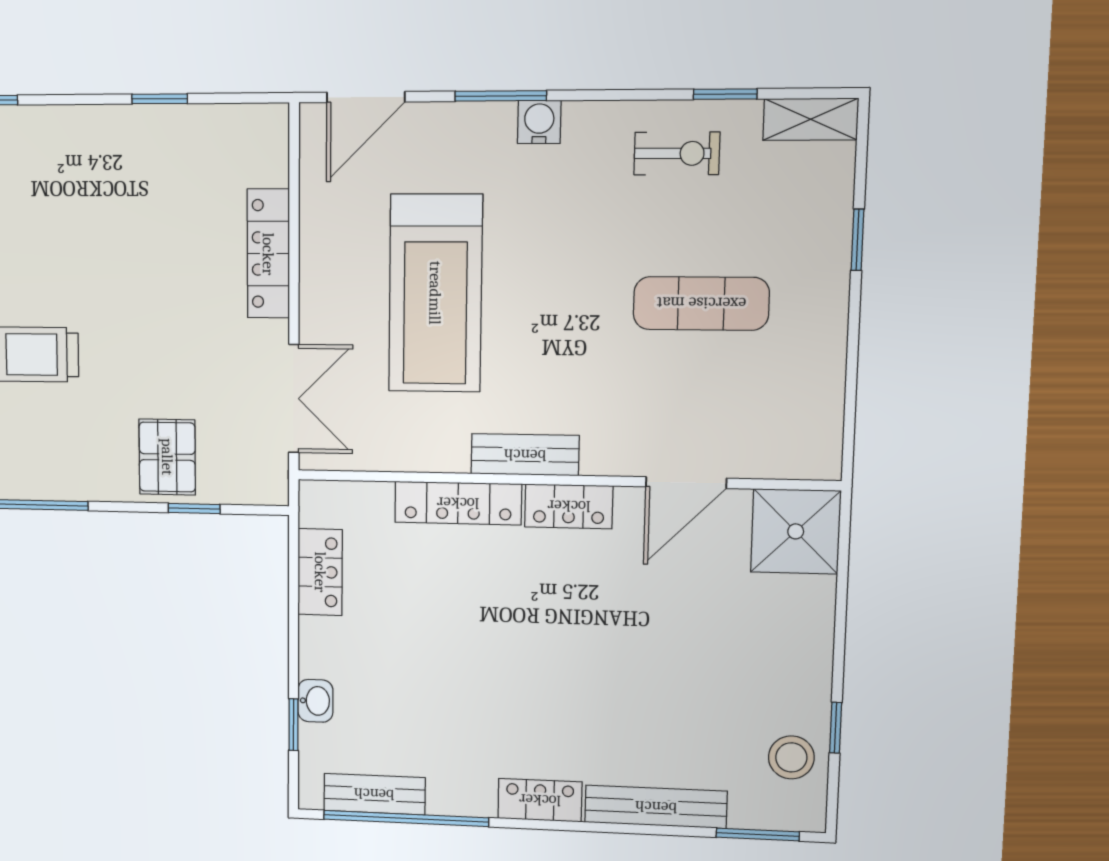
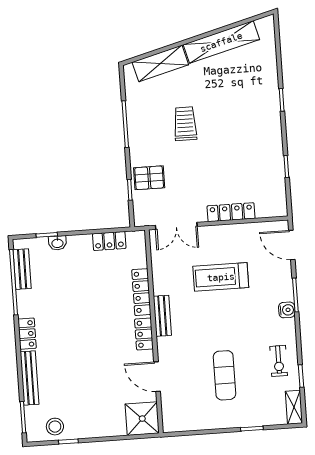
treadmill: (435, 293) -> (221, 277), width x0.73, depth x0.73

